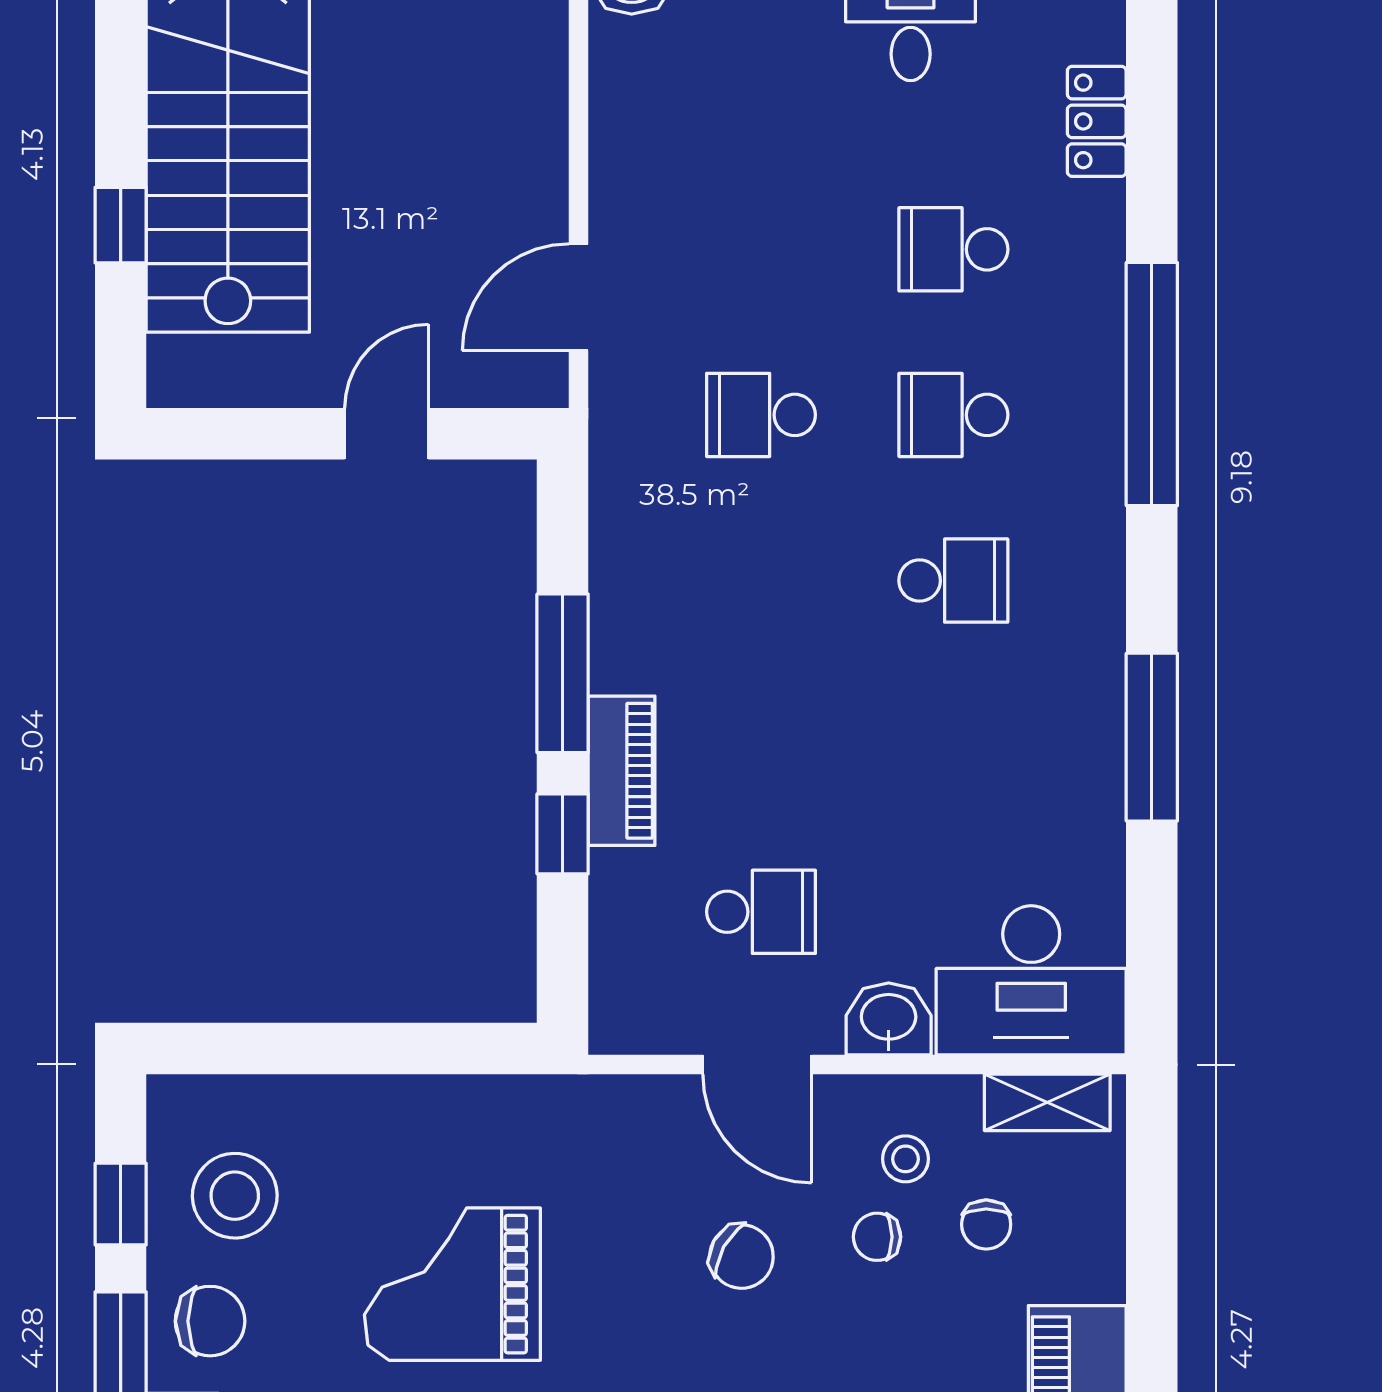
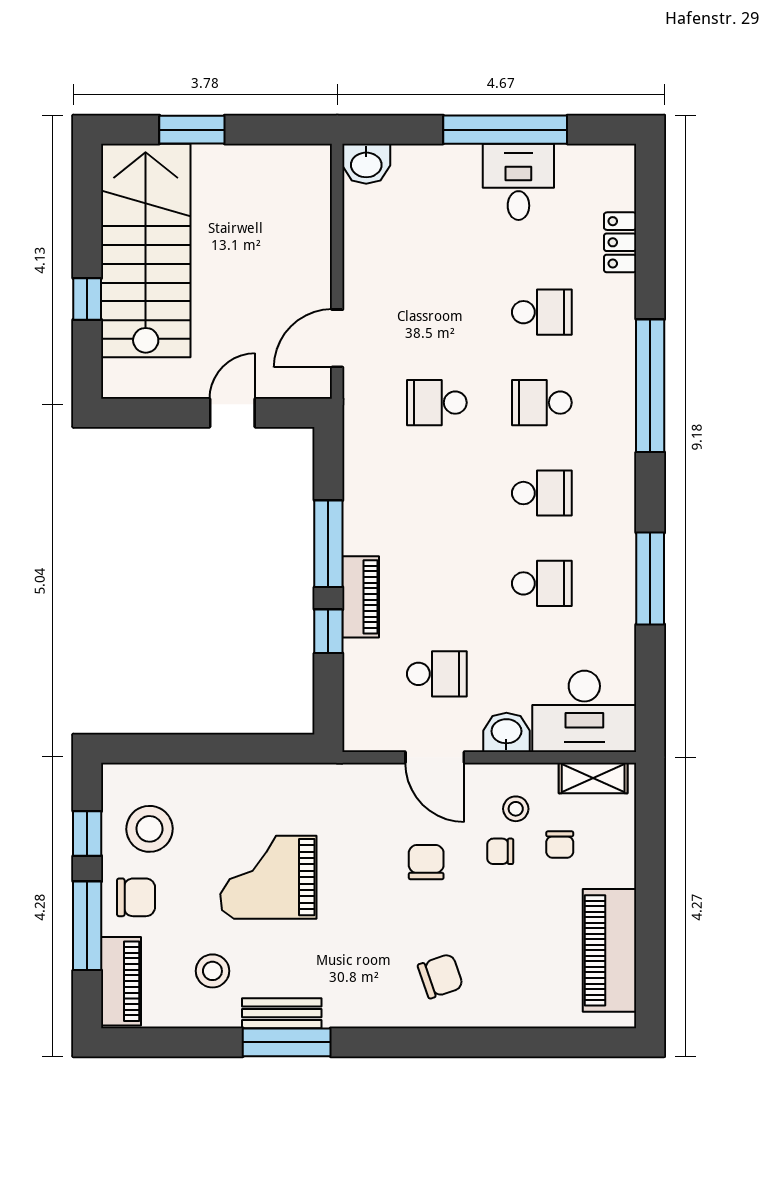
school desk: (953, 249) -> (542, 312), turned 180
school desk: (953, 746) -> (542, 583), added
chair: (741, 1257) -> (426, 862), turned -119

